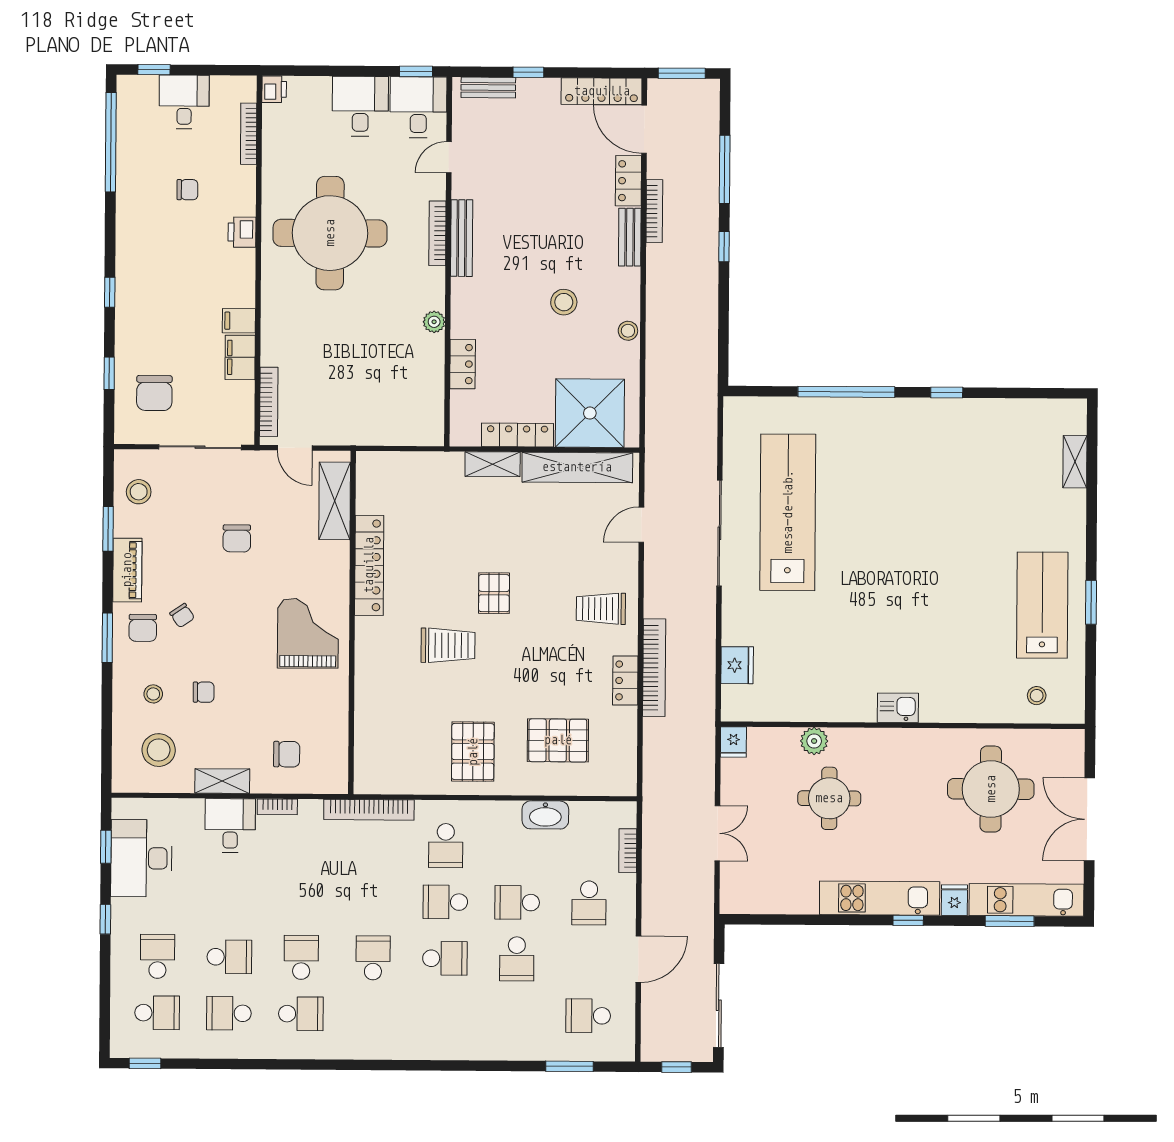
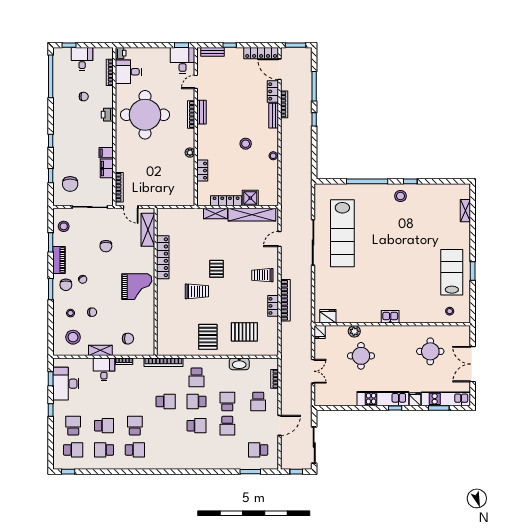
desk: (360, 106) -> (128, 72), moved, turned -90
bench: (462, 238) -> (202, 112), width x0.73
shower: (590, 413) -> (250, 198), width x0.54, depth x0.54
stool: (924, 427) -> (400, 196), added
lab bench: (788, 512) -> (342, 233), turned 180
grand piano: (308, 633) -> (137, 287), turned 90
fridge: (737, 665) -> (328, 316), moved, turned -90
round table: (991, 789) -> (430, 351), width x0.73, depth x0.73
school desk: (517, 902) -> (227, 401), turned 90
school desk: (373, 958) -> (166, 401), moved, turned 90

